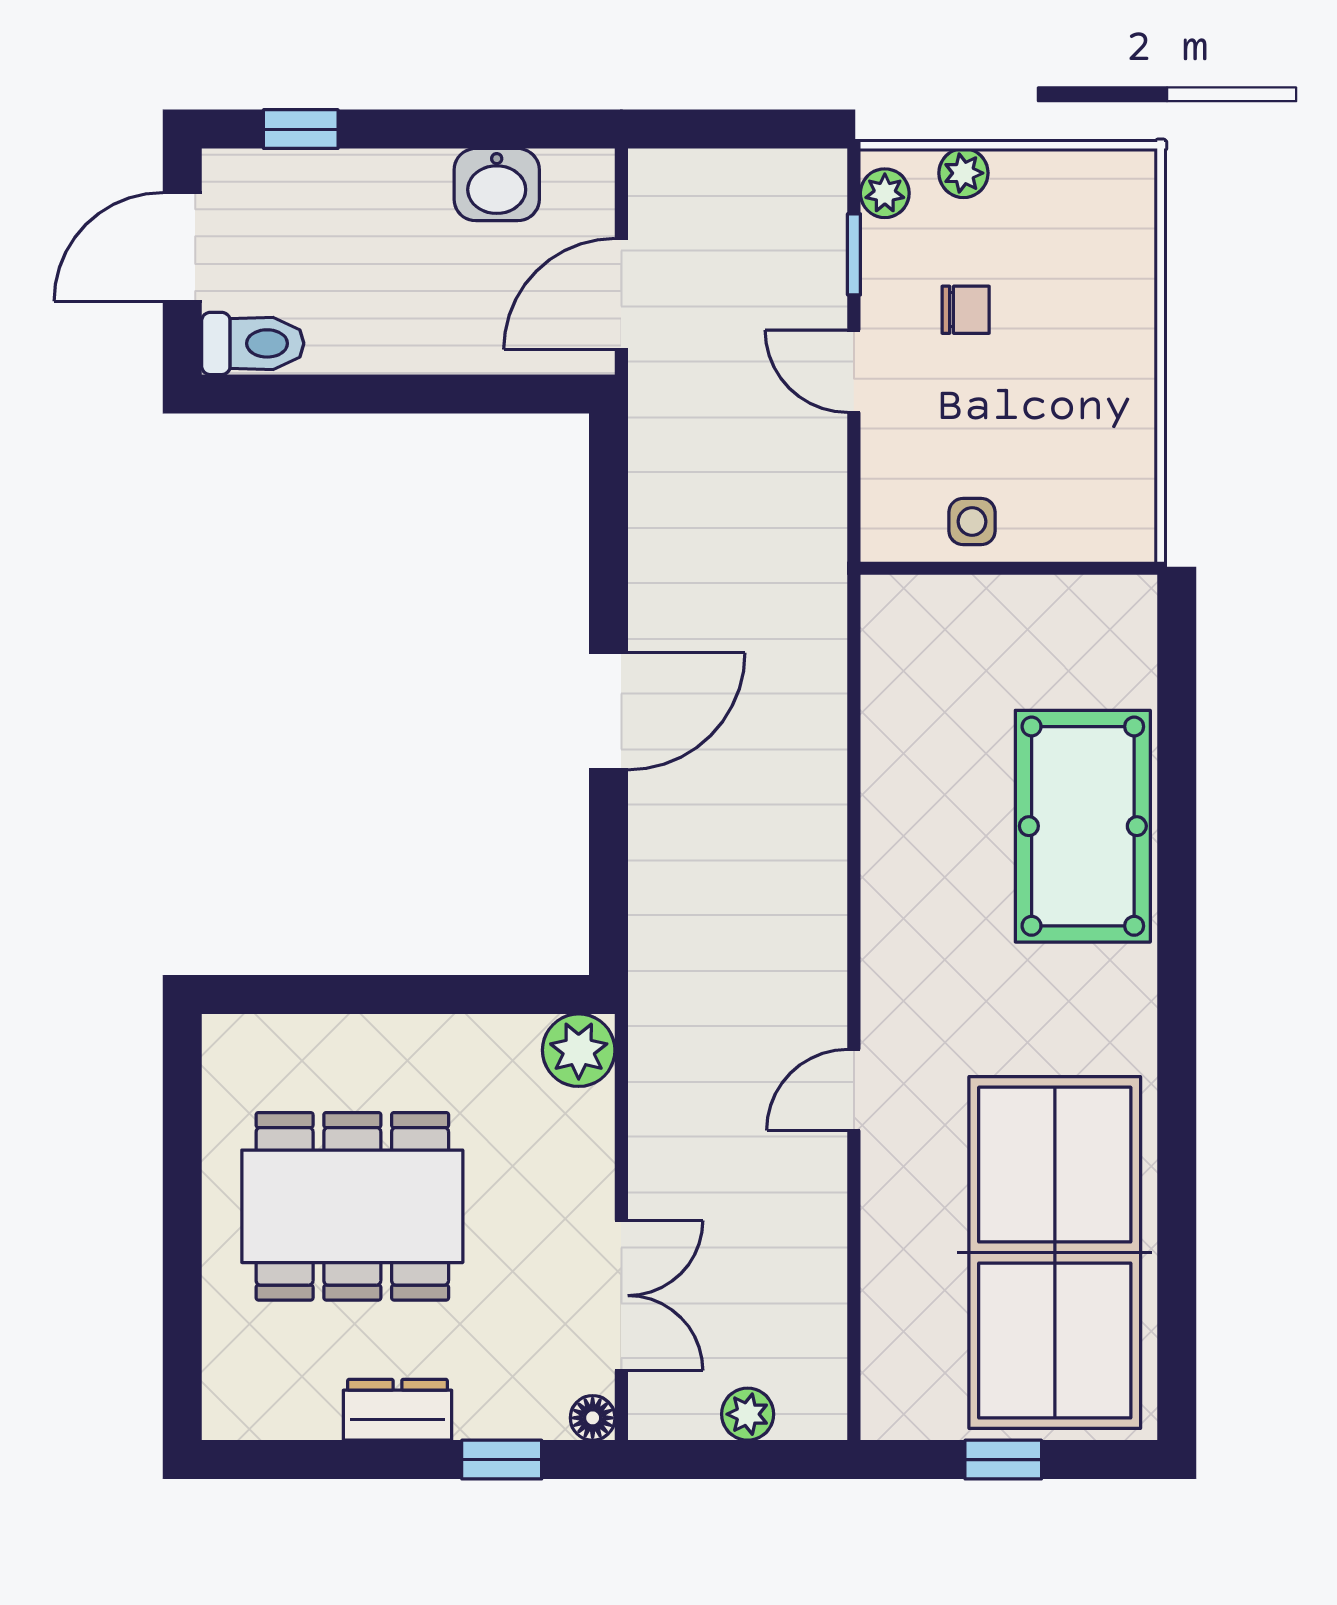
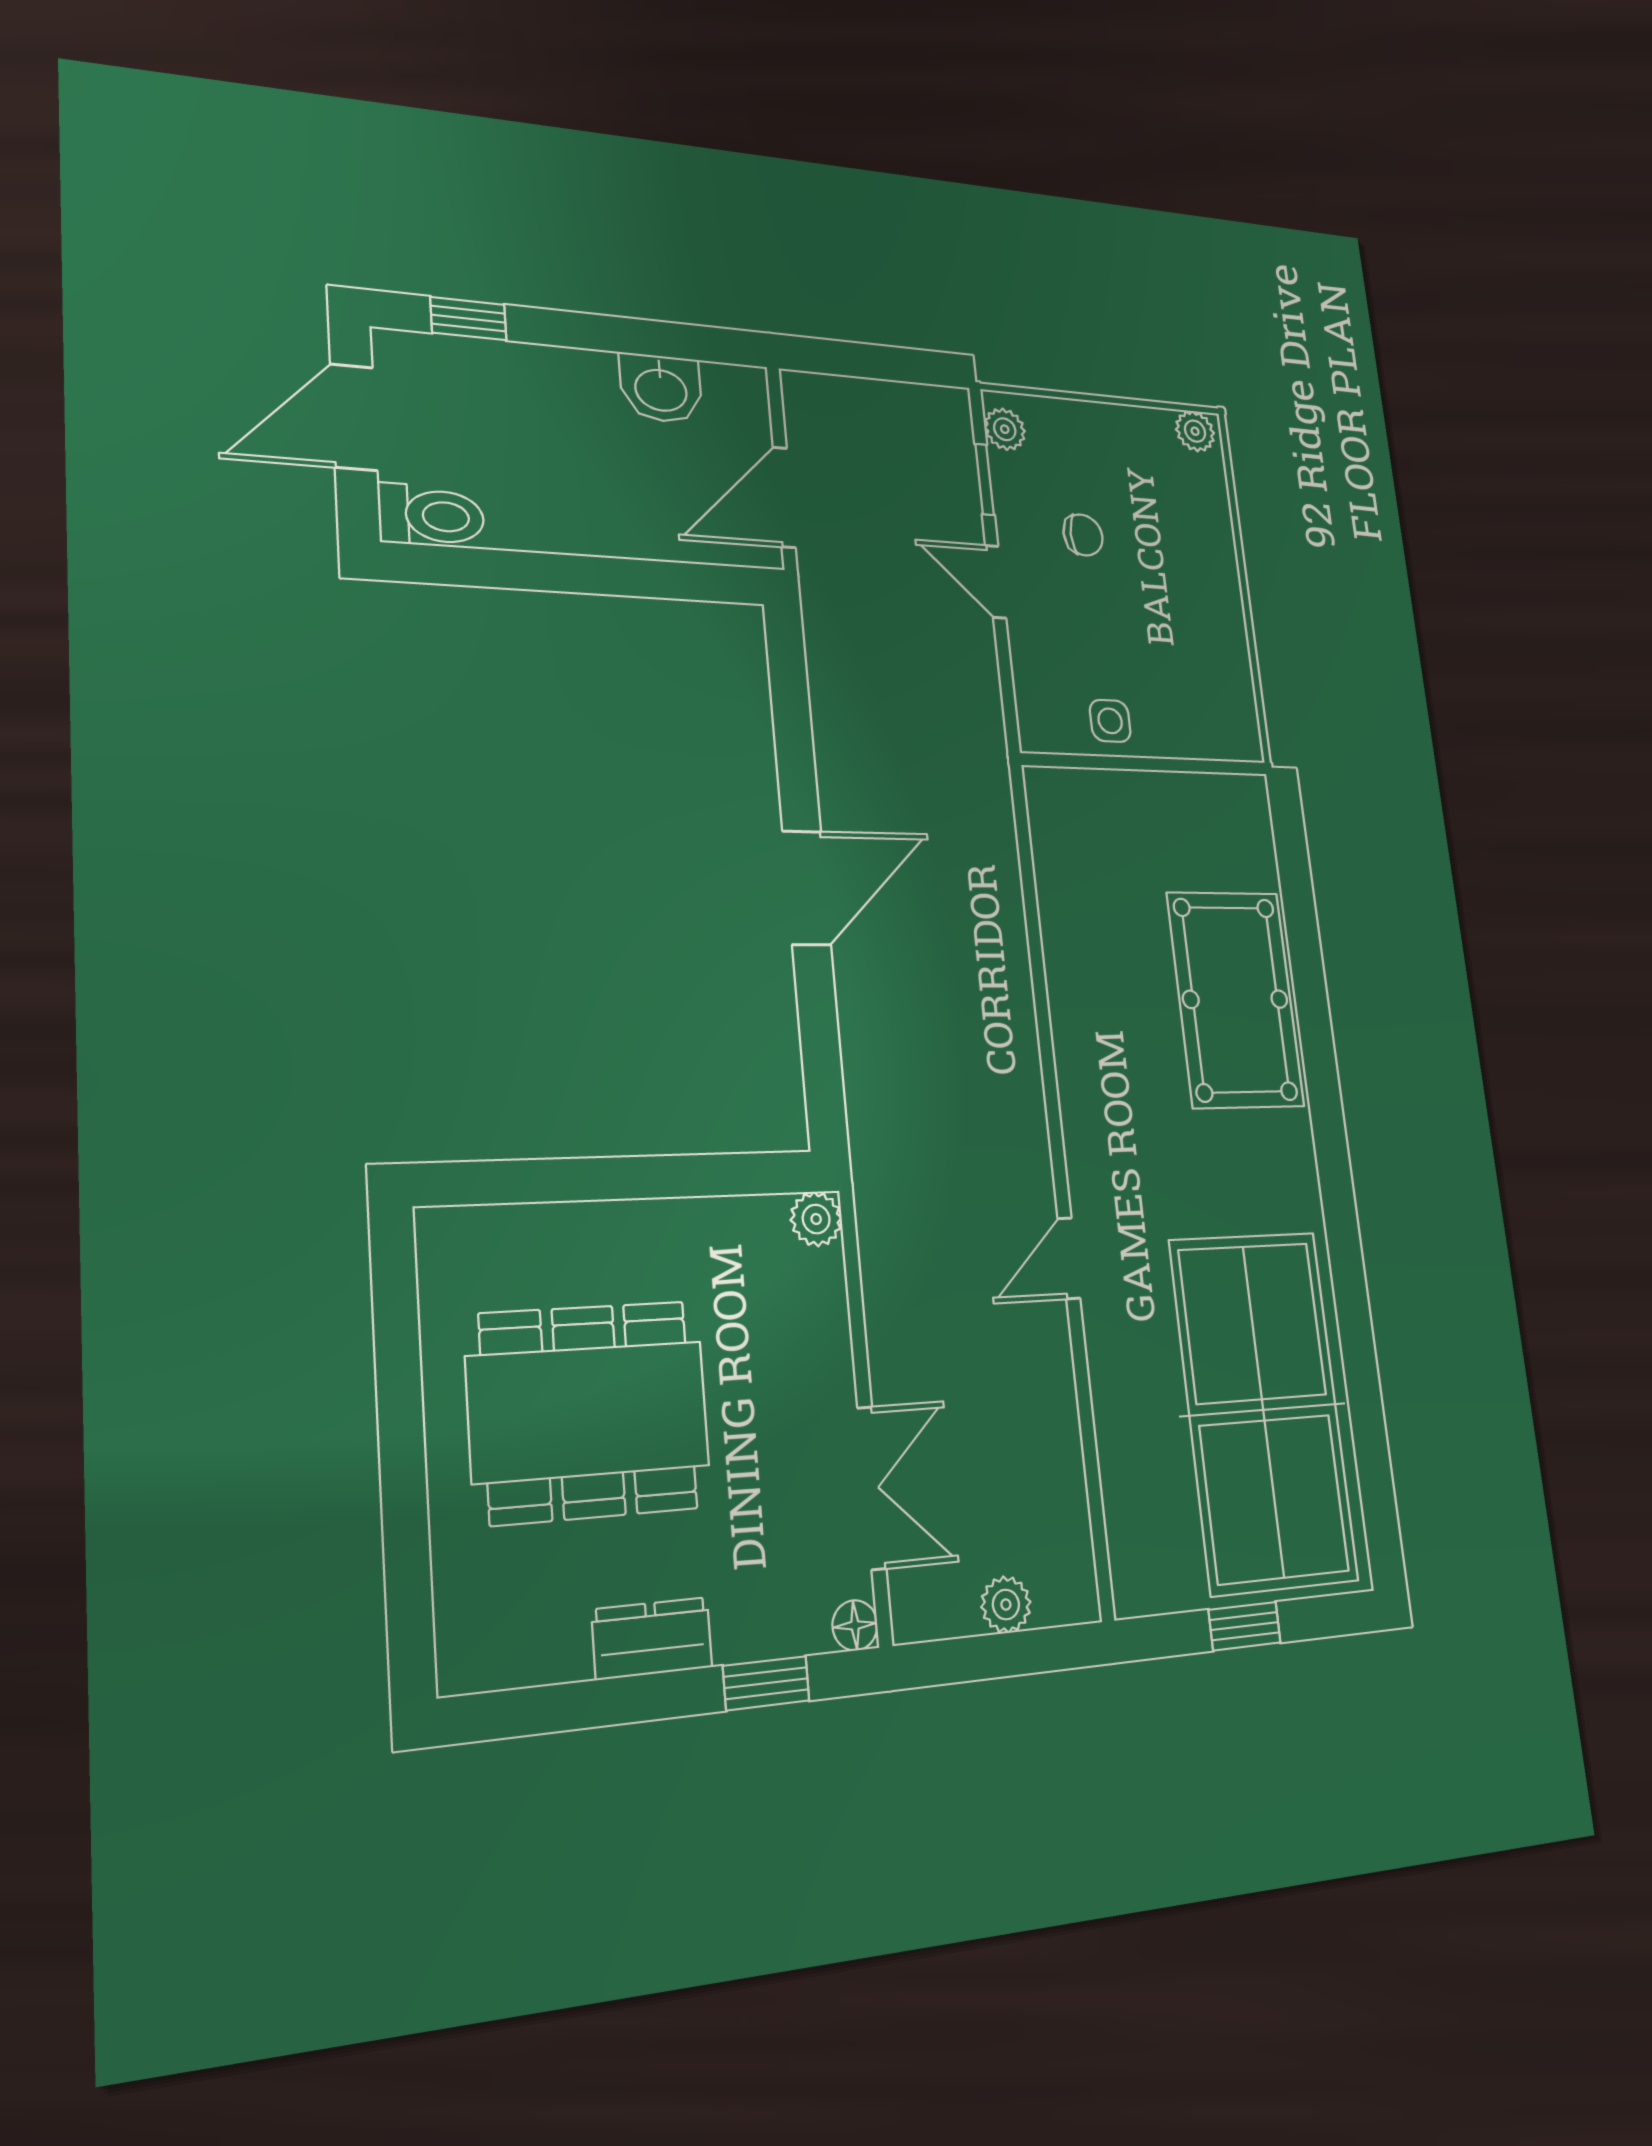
plant: (963, 173) -> (1195, 431), moved
plant: (579, 1050) -> (816, 1219), width x0.73, depth x0.73

